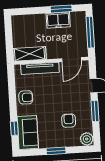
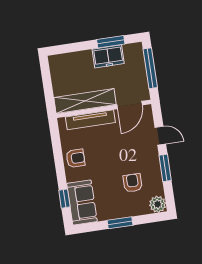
shelving: (30, 54) -> (85, 101), width x1.47

